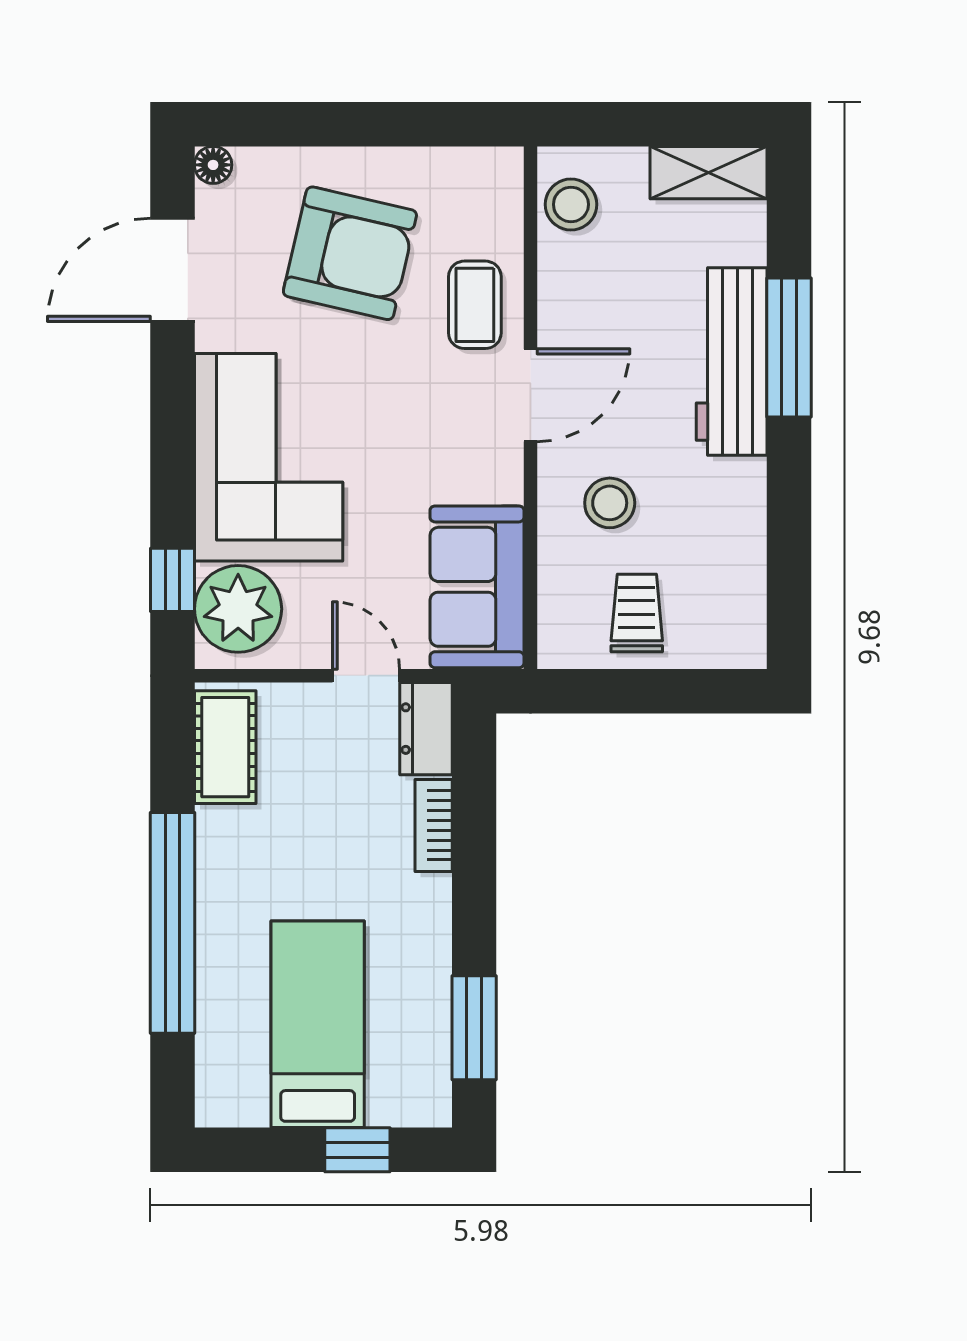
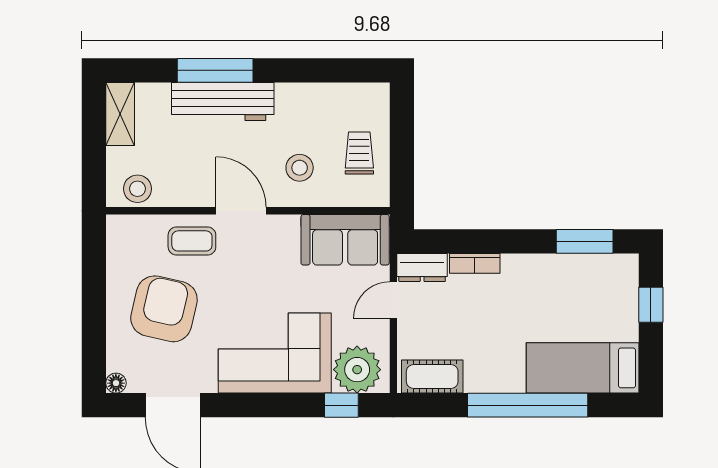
trolley: (637, 613) -> (359, 153), turned 90
bed: (318, 1024) -> (583, 368), moved

